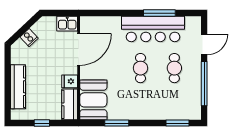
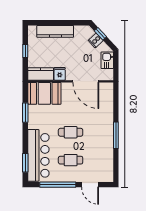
window: (159, 13) -> (116, 135), moved
kitchen sink: (67, 24) -> (107, 60), moved
bar counter: (153, 29) -> (38, 155), moved, turned 180
window: (21, 32) -> (100, 34), added

